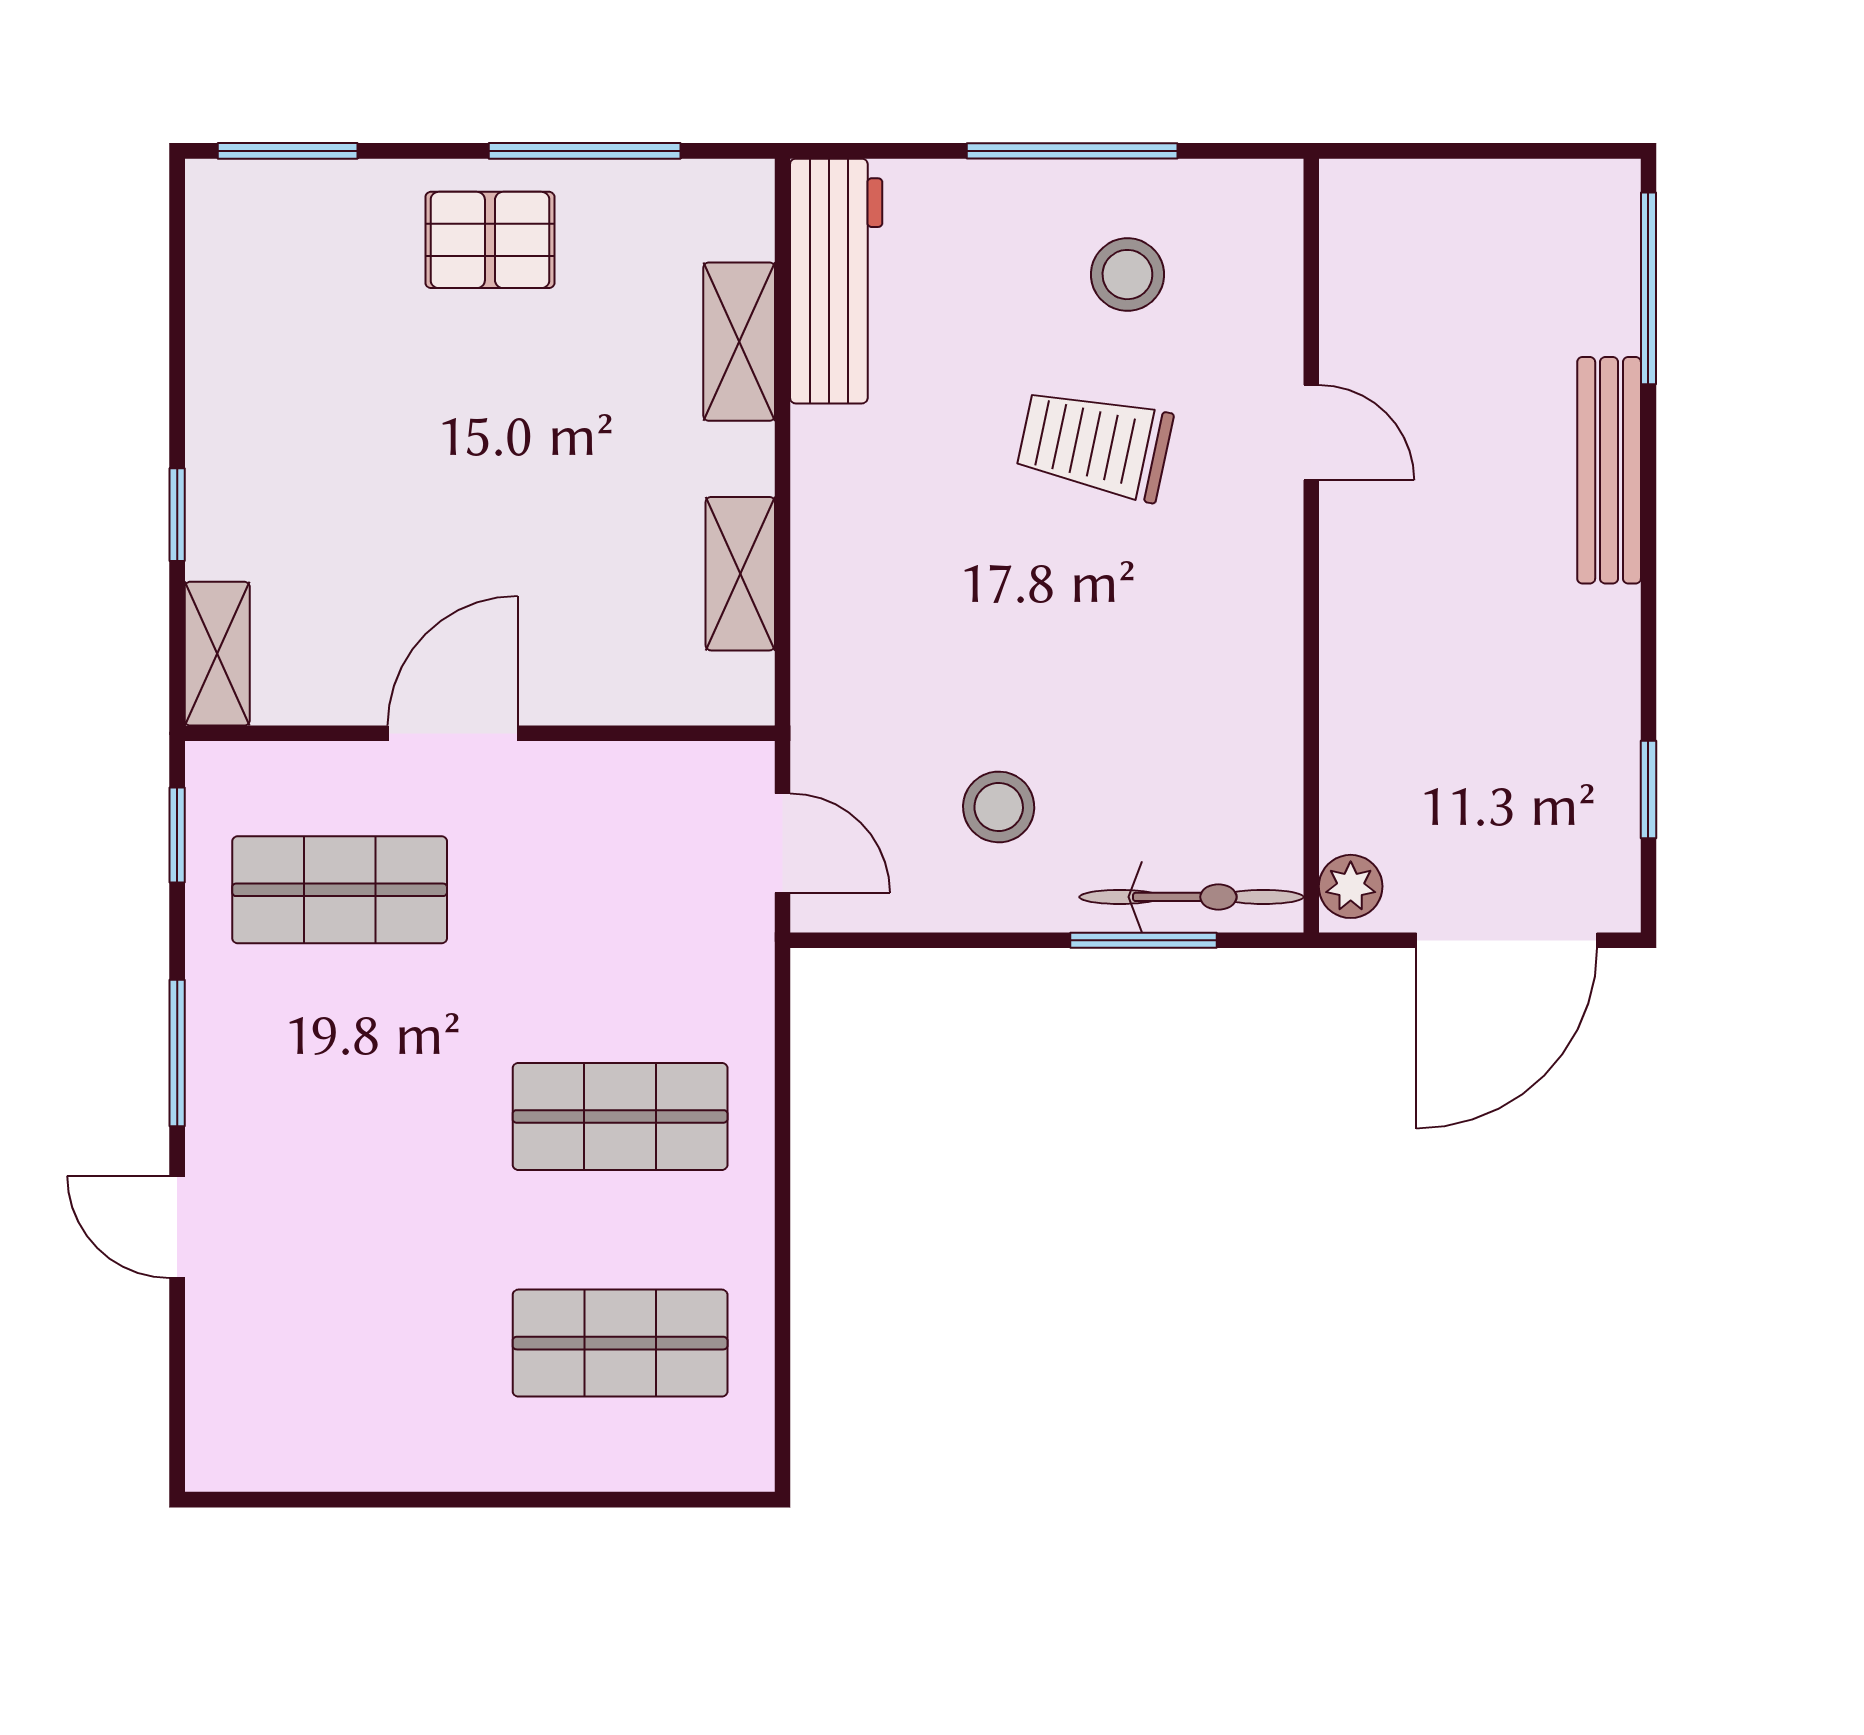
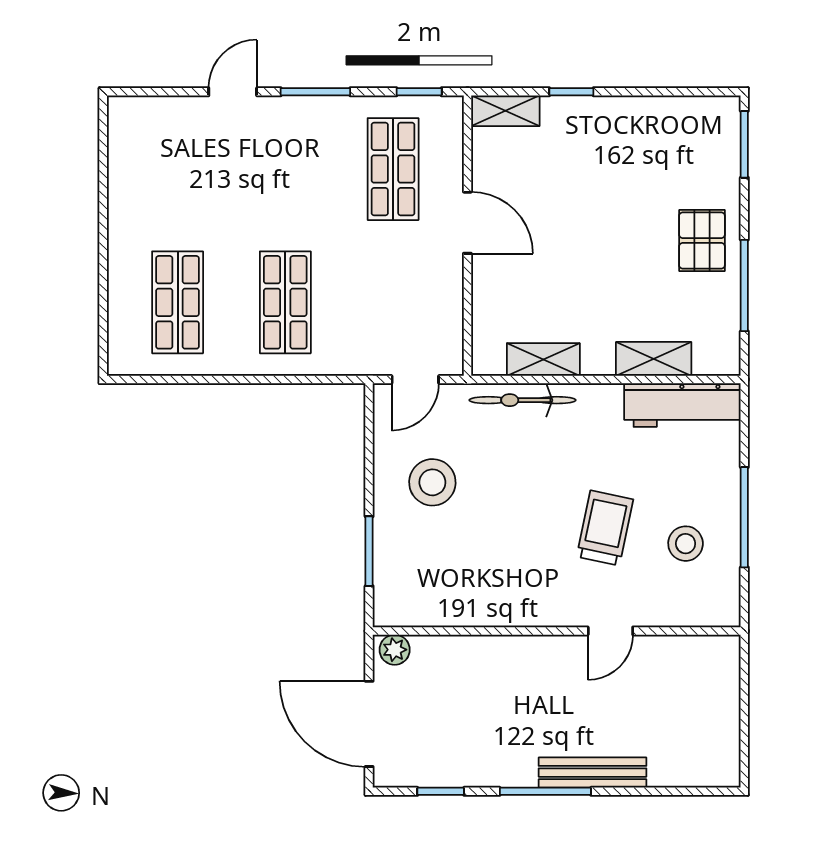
window: (1648, 288) -> (545, 791), moved
stool: (999, 807) -> (432, 482), width x1.38, depth x1.38
bicycle: (1191, 897) -> (523, 400), moved, turned 90

